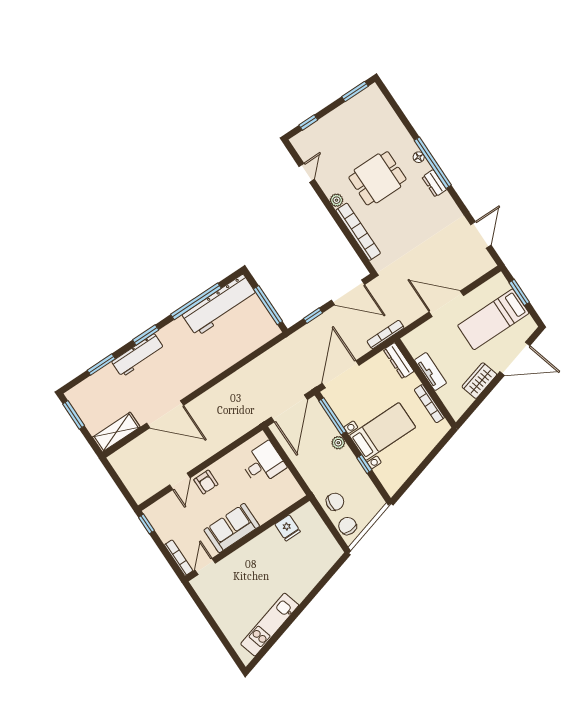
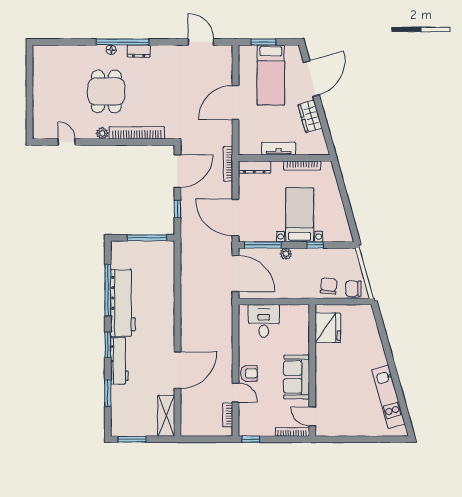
window: (355, 91) -> (30, 65), removed
window: (308, 123) -> (30, 116), removed
workbench: (220, 305) -> (123, 303), moved
bookcase: (155, 488) -> (228, 415), added
fridge: (288, 528) -> (328, 328), width x1.88, depth x1.34

